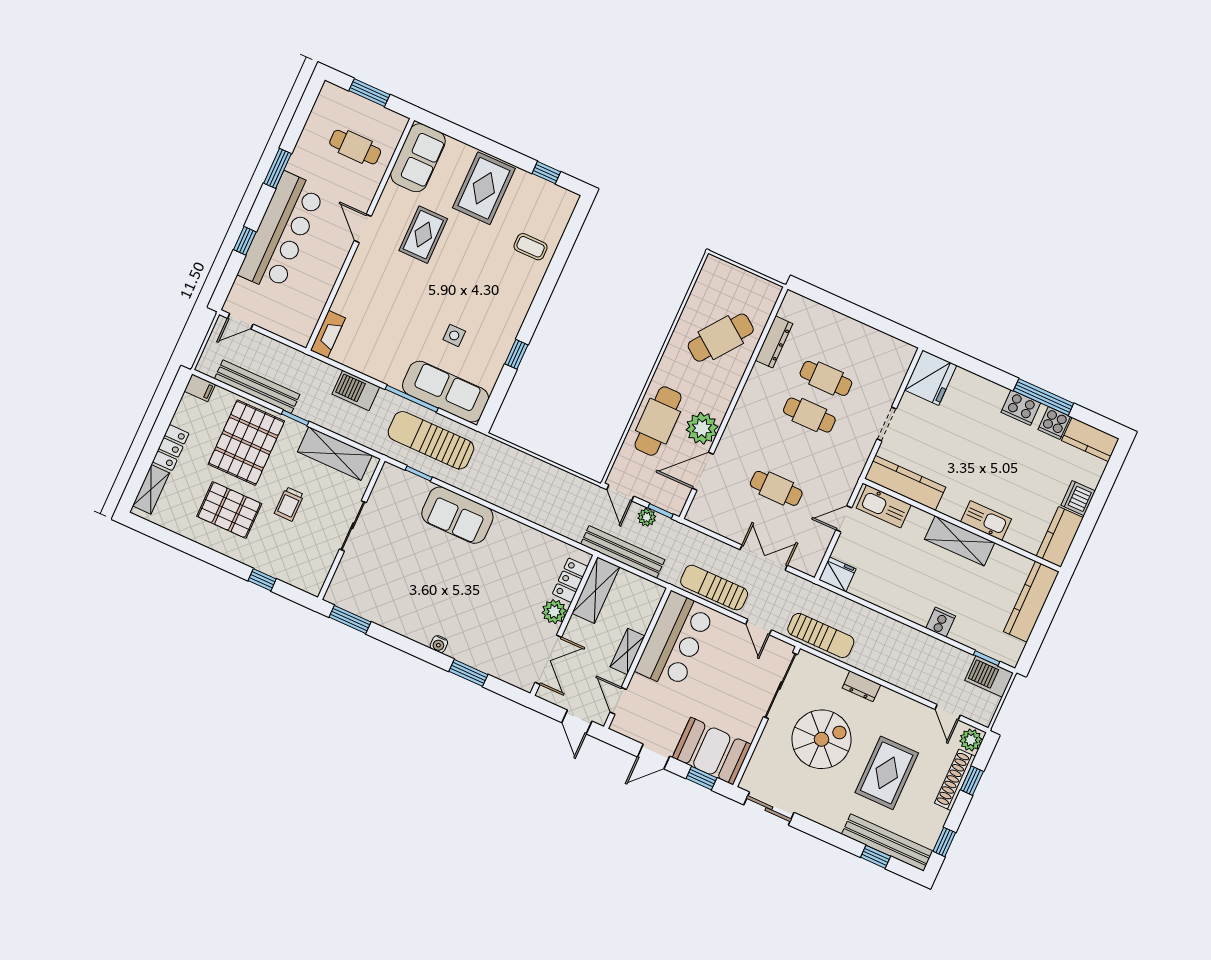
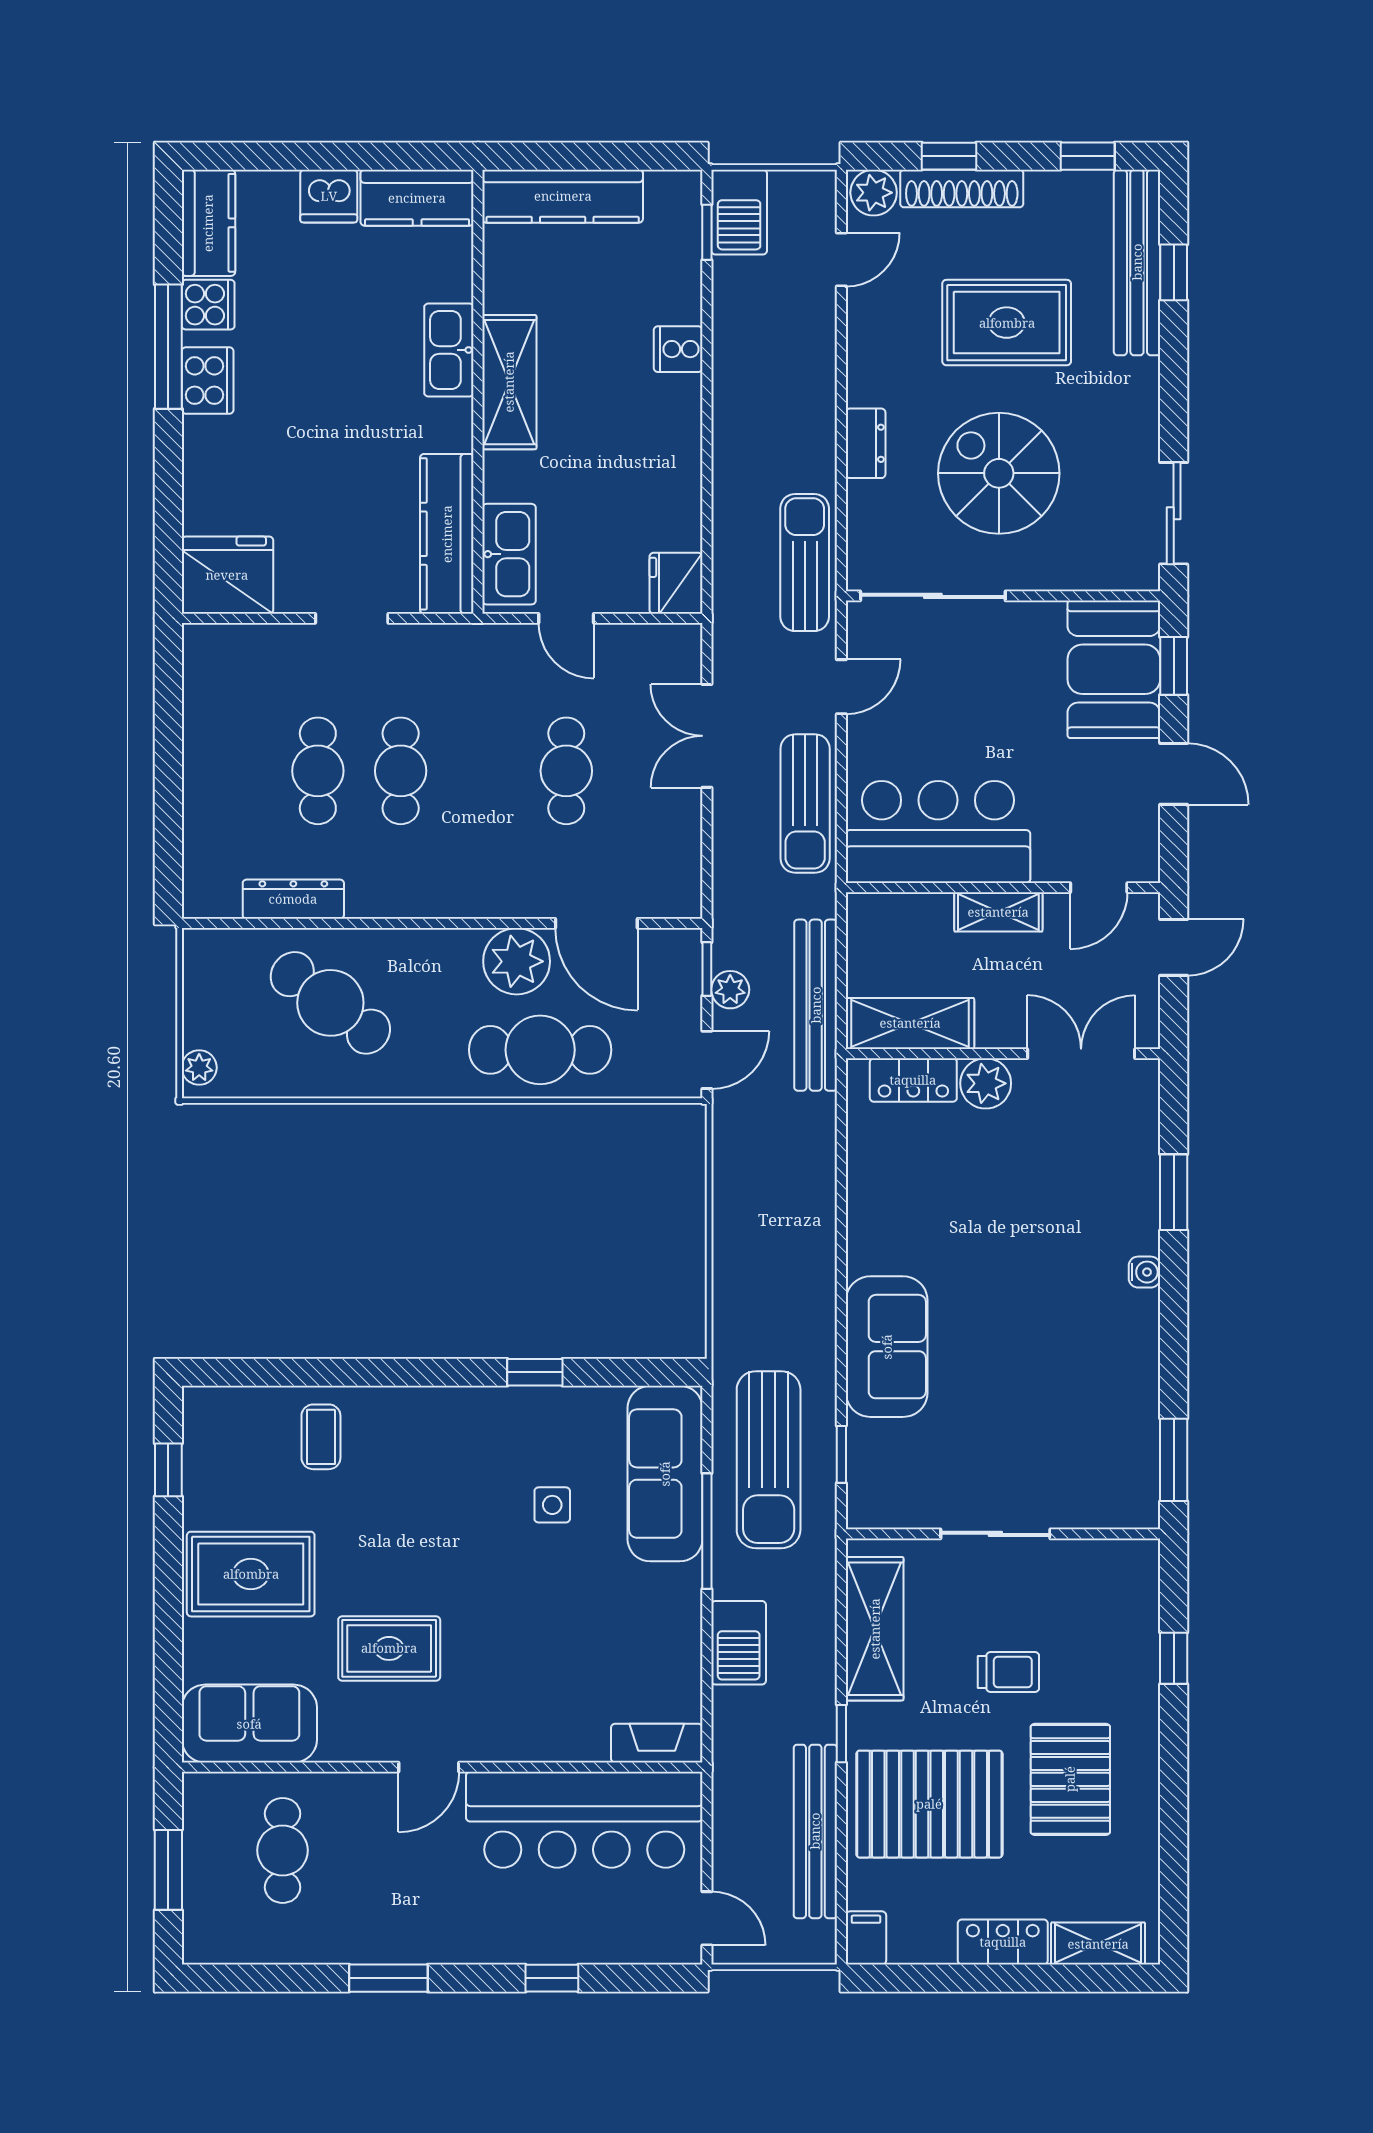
bar counter: (282, 232) -> (584, 1820), moved, turned 180
plant: (718, 267) -> (199, 1068), added

